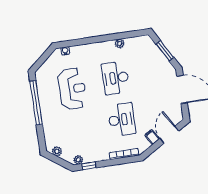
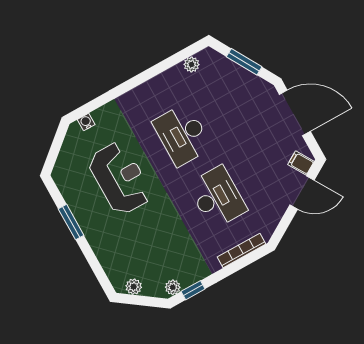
plant: (120, 44) -> (192, 64), moved
window: (36, 103) -> (71, 222), width x0.47
door: (169, 135) -> (302, 192), swing flipped
filing cabinet: (152, 137) -> (301, 163), moved

